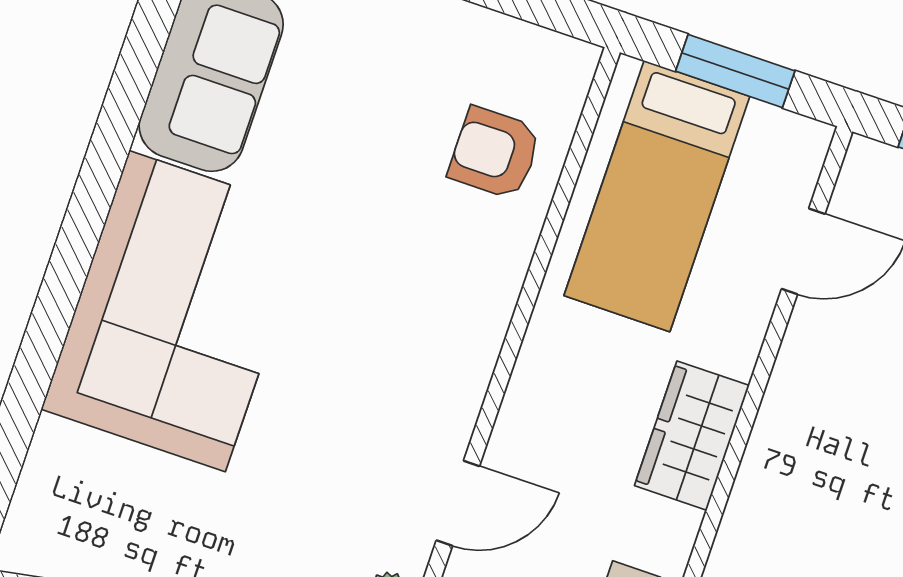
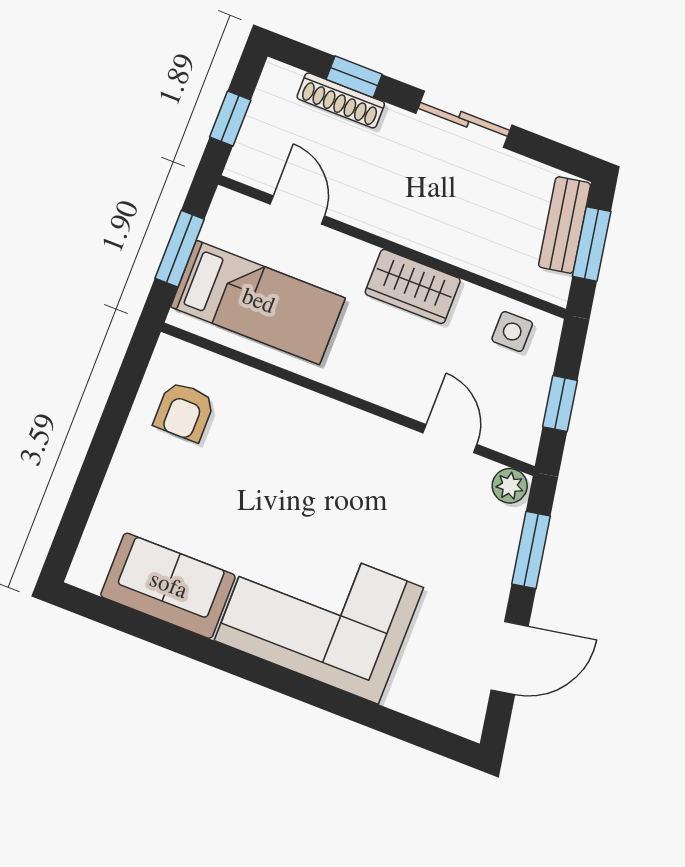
armchair: (495, 153) -> (184, 412), moved

